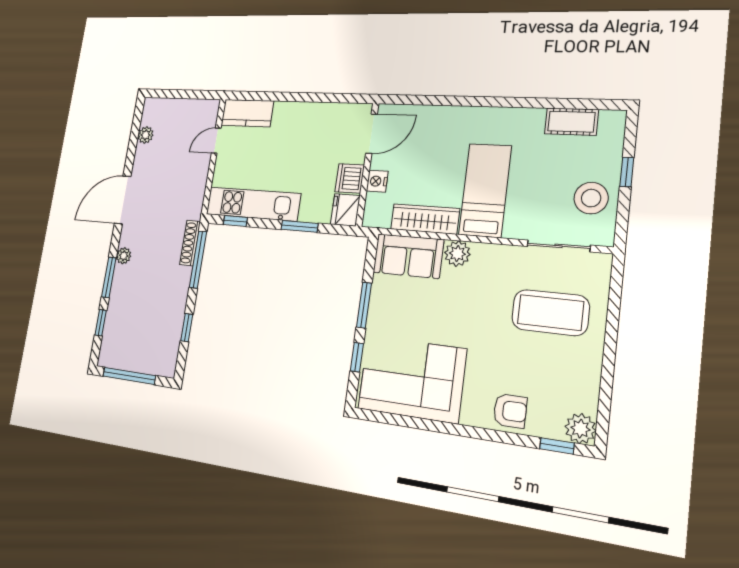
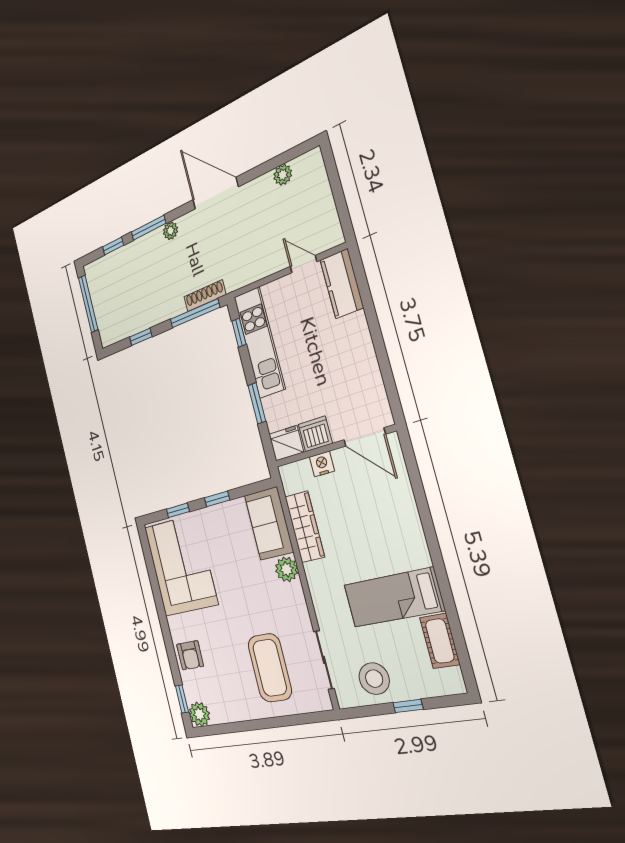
bed: (485, 190) -> (394, 597), moved, turned 180
window: (364, 305) -> (217, 499), width x0.67

